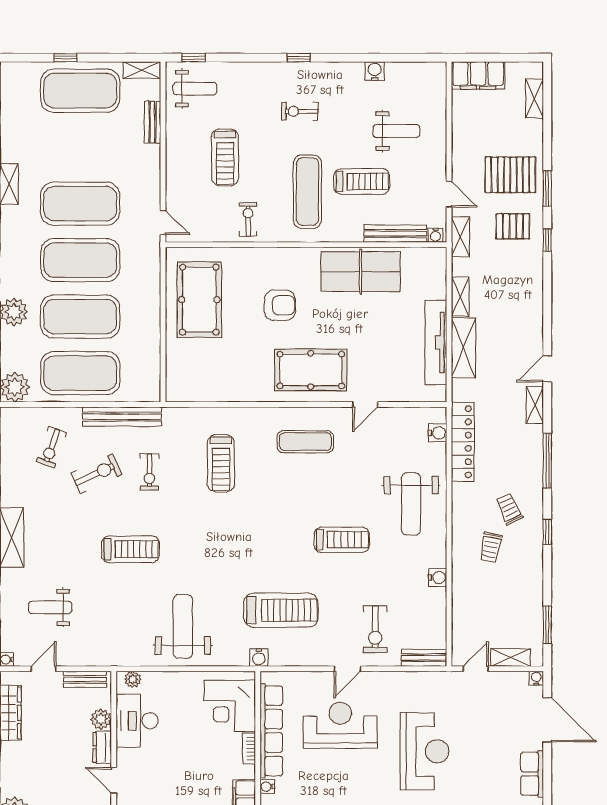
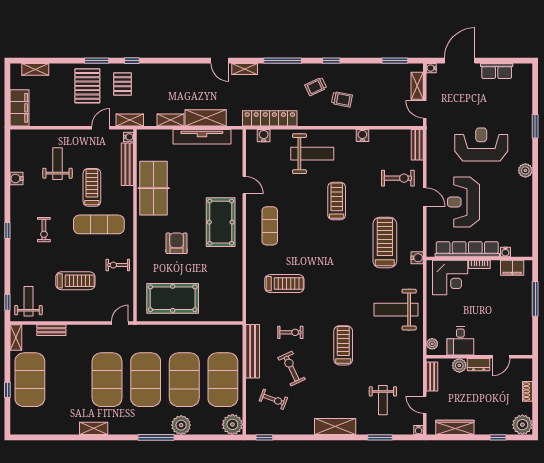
desk: (137, 721) -> (460, 341), width x0.73

